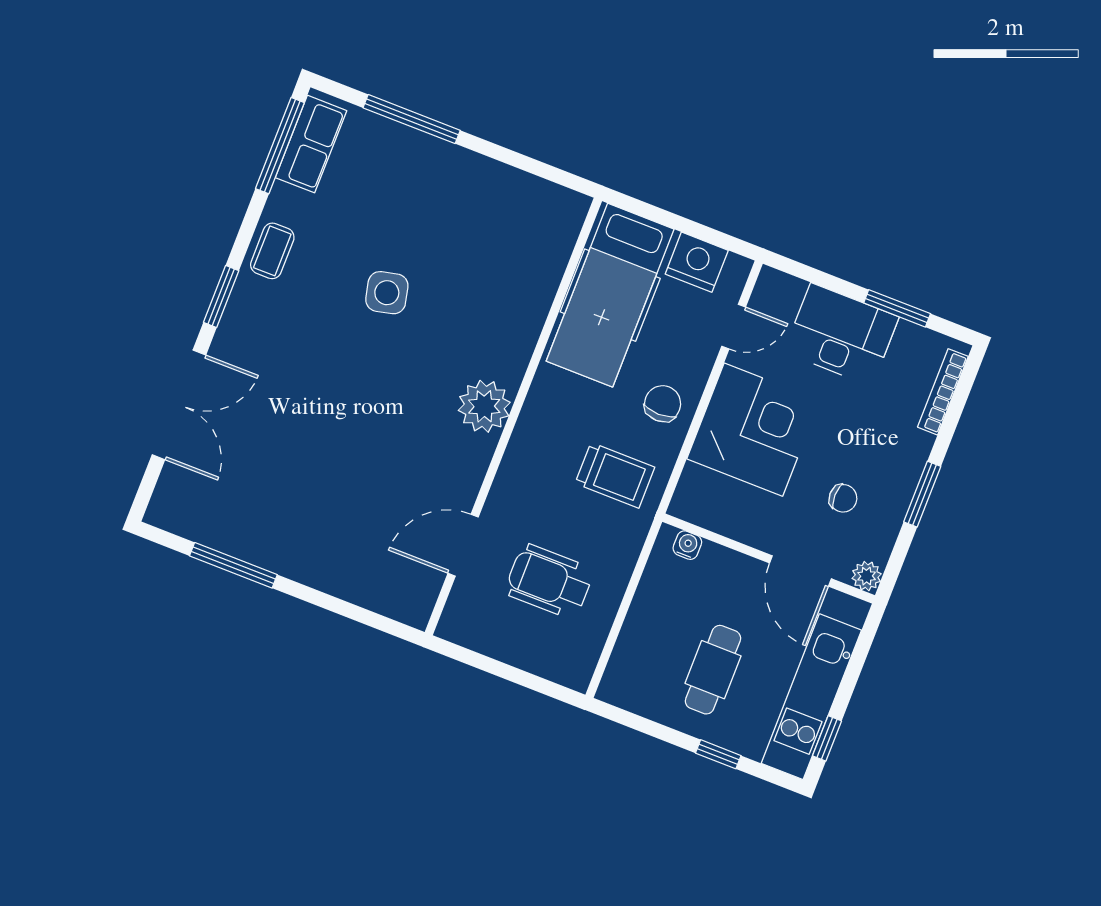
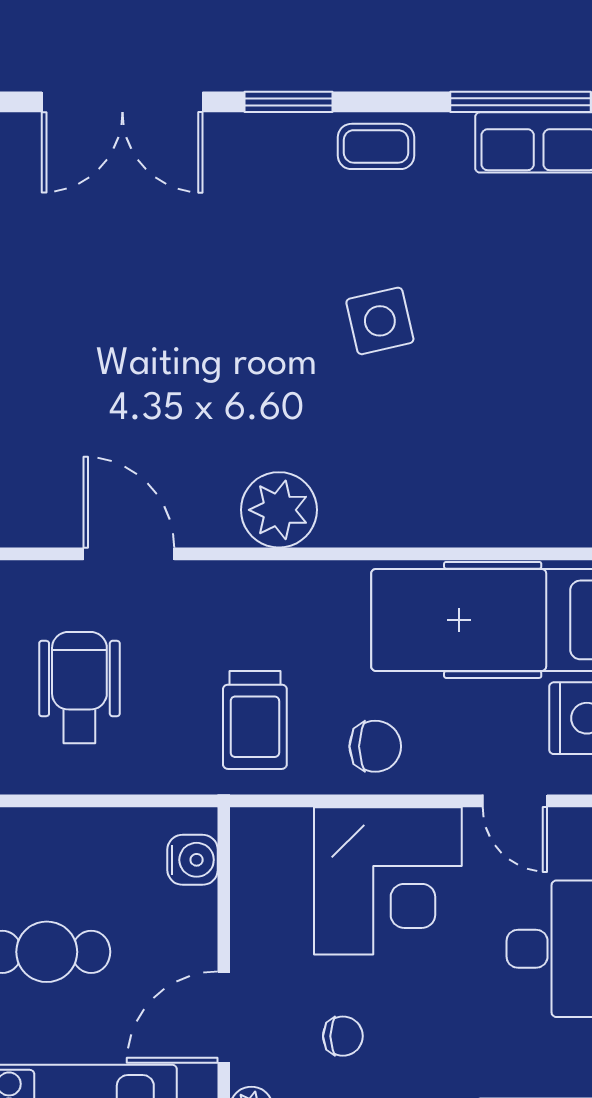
chair: (843, 498) -> (343, 1036), turned -90
door: (463, 545) -> (129, 554), moved
water cooler: (687, 545) -> (193, 860), width x1.38, depth x1.38

